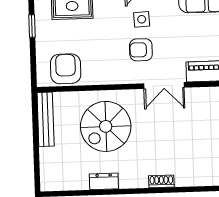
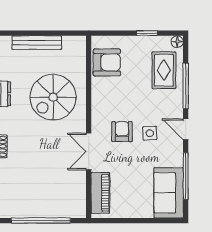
bench: (46, 119) -> (37, 43), moved
spiral stairs: (106, 126) -> (53, 97), turned -90

